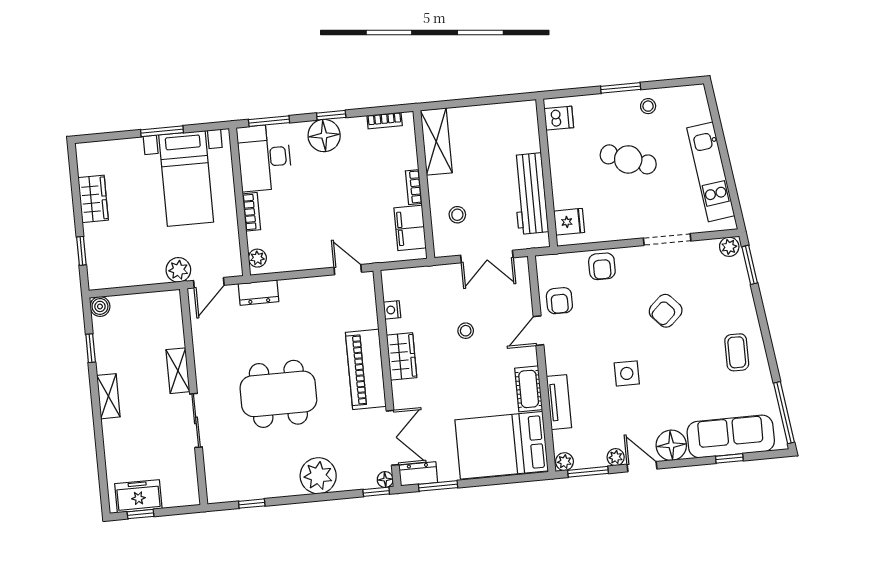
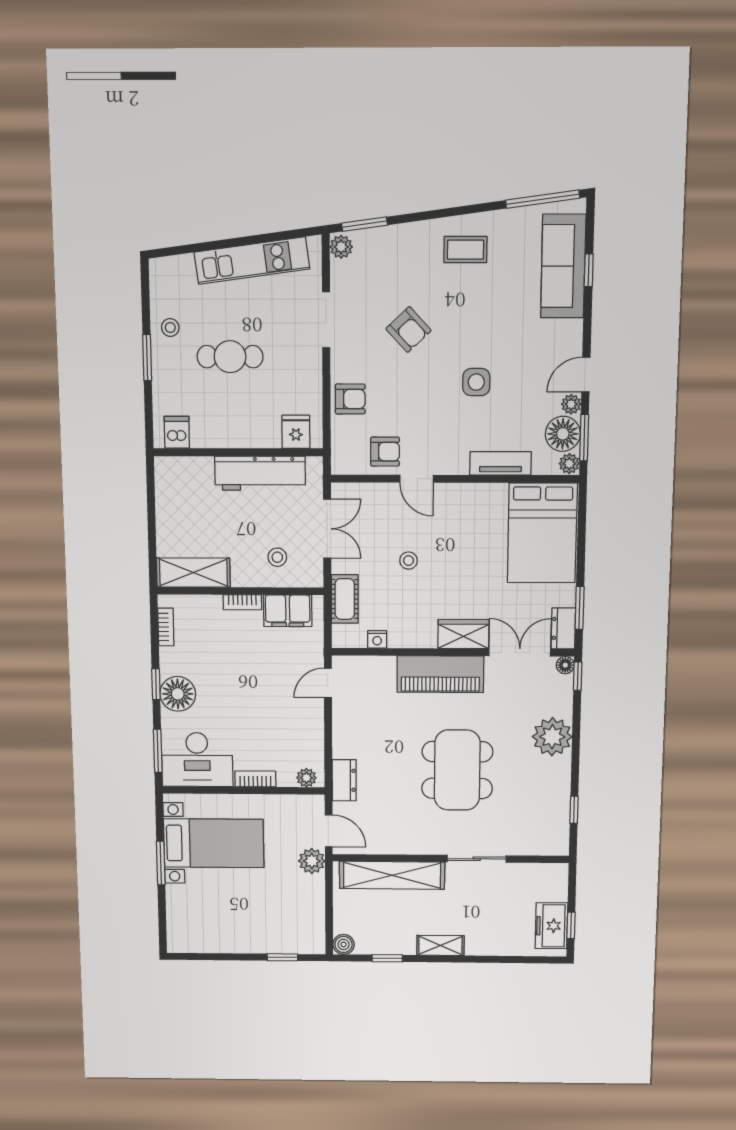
cafe table: (628, 159) -> (230, 357), turned 70
wardrobe: (93, 199) -> (228, 940), removed
wardrobe: (402, 356) -> (463, 634), moved
shelving: (178, 371) -> (392, 875), width x2.20, depth x1.33
cot: (529, 389) -> (345, 599), moved, turned 90
floor lamp: (671, 445) -> (563, 434), moved

